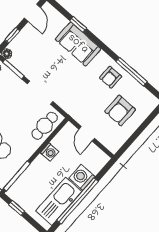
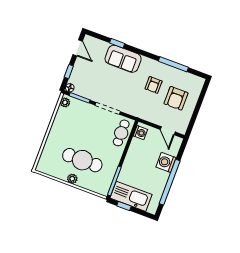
armchair: (111, 77) -> (154, 85), moved
door: (87, 134) -> (168, 131), moved
washing machine: (50, 152) -> (140, 133), moved
kitchen sink: (59, 201) -> (131, 196), moved, turned 90

